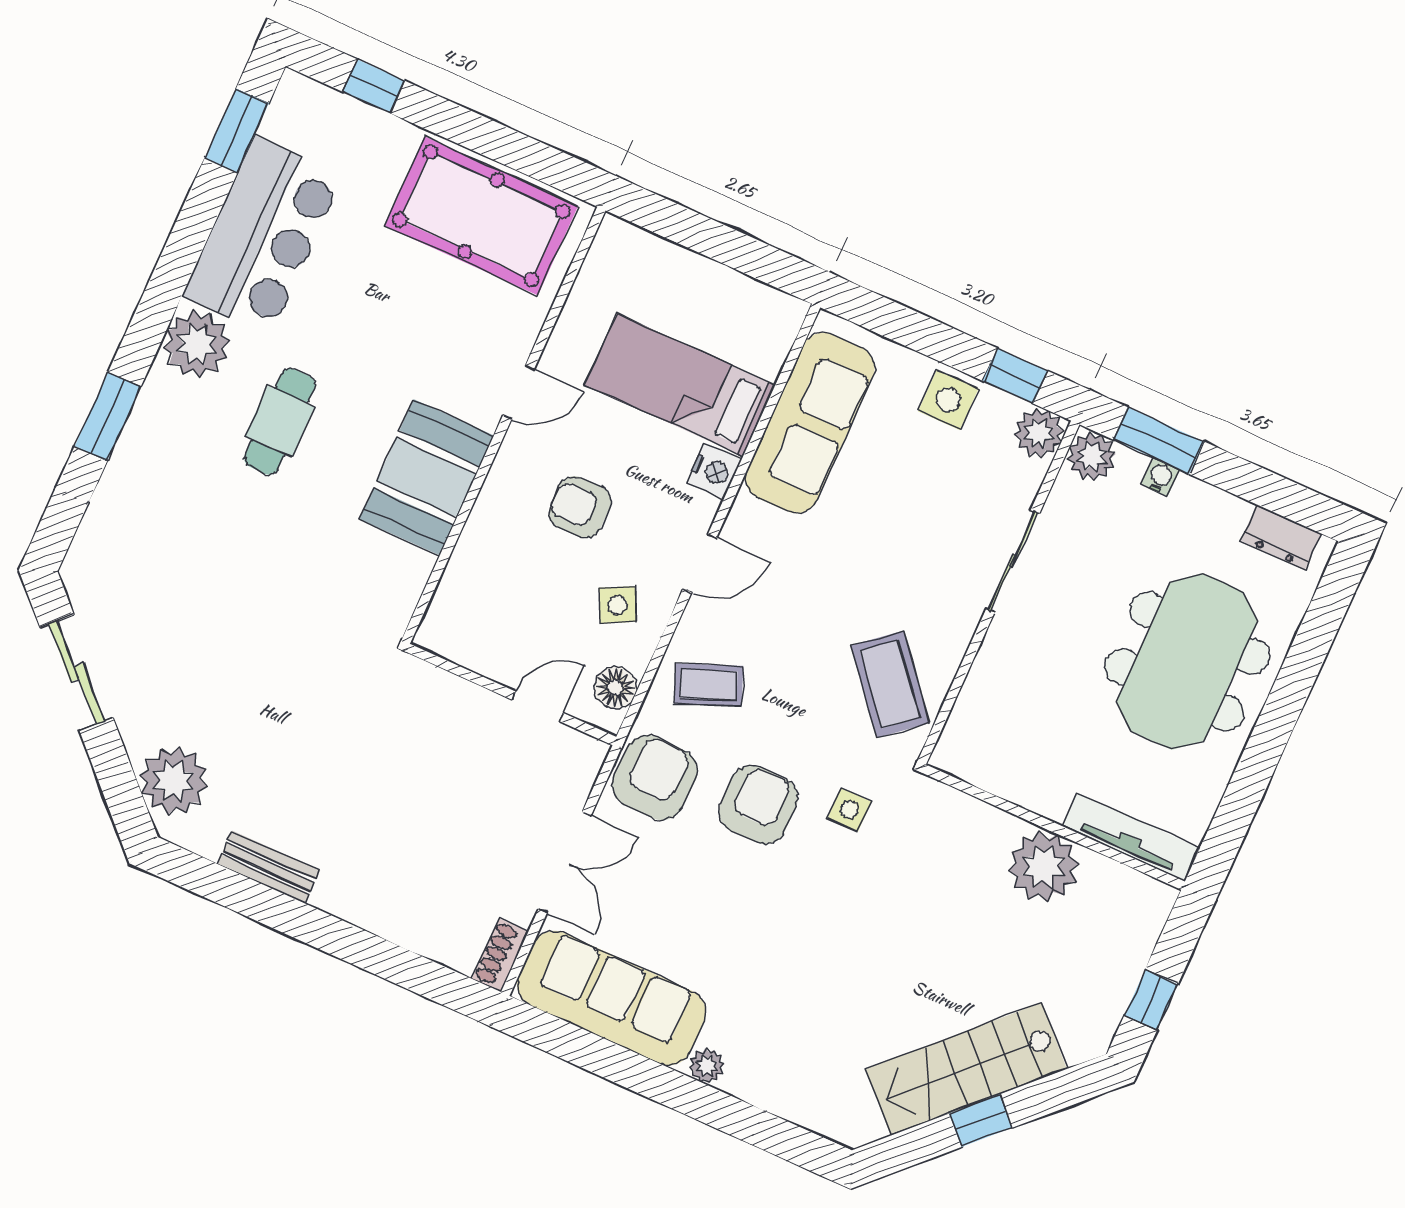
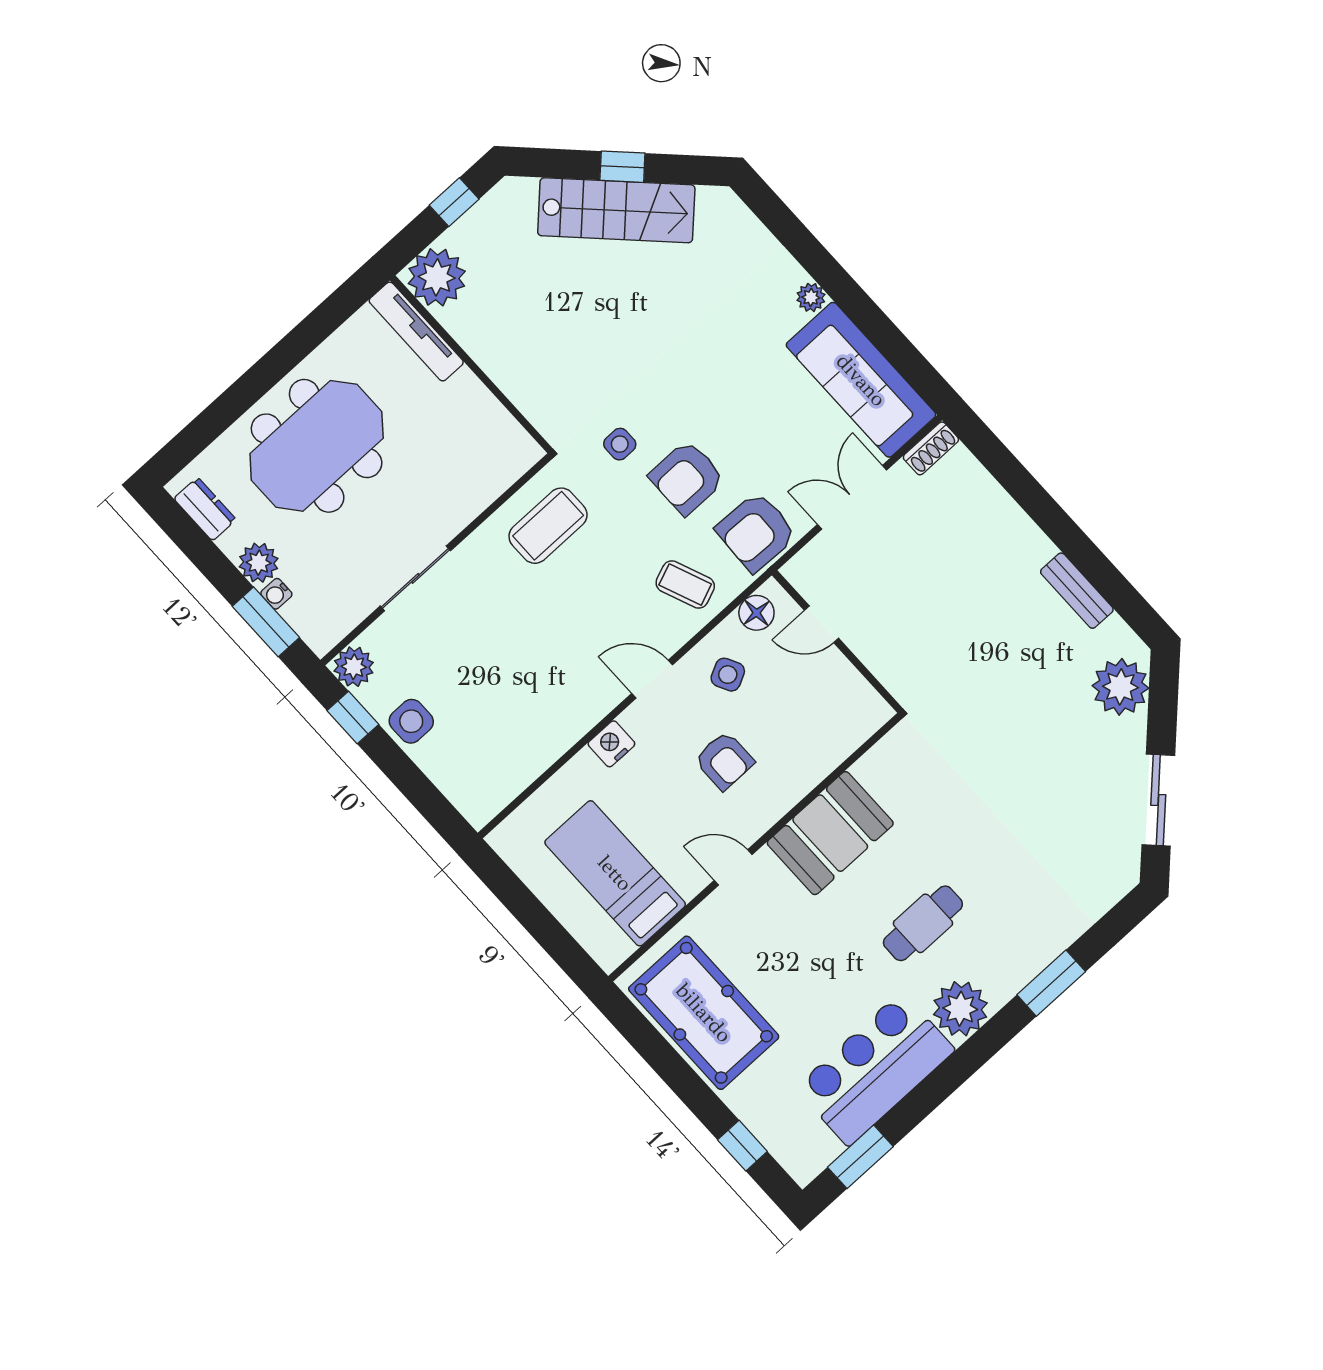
bed: (680, 385) -> (615, 873), moved, turned 180
sofa: (810, 423) -> (523, 749), removed
plant: (1092, 456) -> (259, 563), moved
coffee table: (890, 684) -> (548, 526), turned 40
plant: (1044, 867) -> (437, 277), moved

